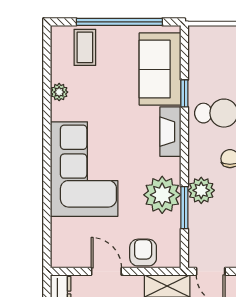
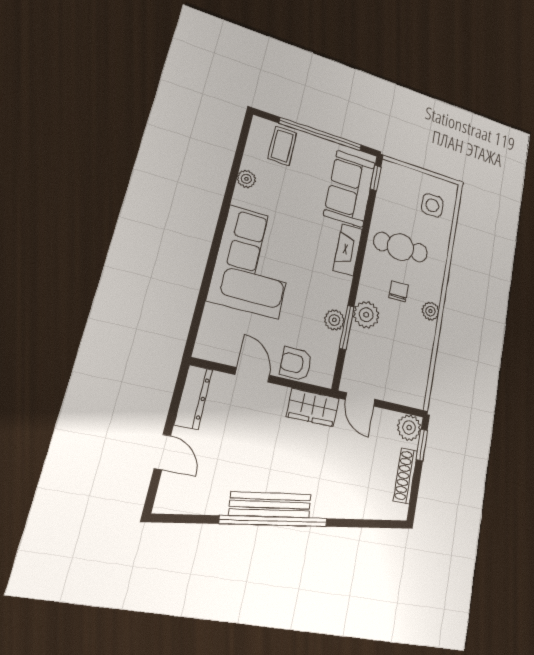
window: (184, 93) -> (376, 178), moved
plant: (162, 195) -> (334, 320), width x0.53, depth x0.53
armchair: (143, 253) -> (296, 364), turned -90

